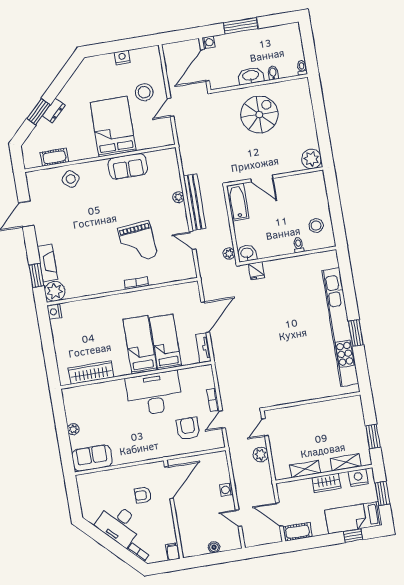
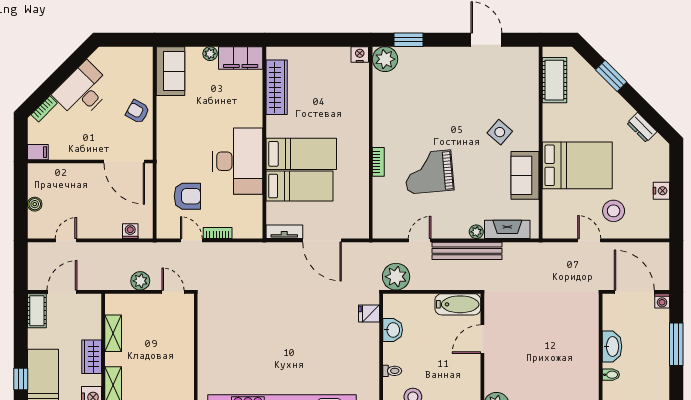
dresser: (54, 111) -> (642, 127), moved
spiral stairs: (259, 115) -> (562, 349), removed
cot: (54, 157) -> (554, 80), width x1.37, depth x1.34
side table: (71, 179) -> (500, 132), moved
plant: (229, 253) -> (396, 277), width x1.88, depth x1.88
washbasin: (247, 253) -> (393, 330), moved
fireplace: (47, 263) -> (507, 229), moved, turned 180
filing cabinet: (73, 405) -> (241, 58), added
washing machine: (226, 490) -> (130, 231), moved
armchair: (143, 495) -> (138, 112), moved, turned -61

